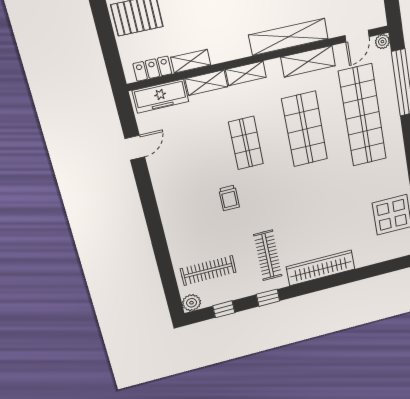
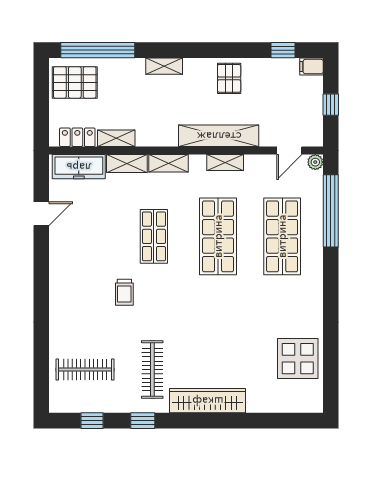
shelving: (308, 61) -> (225, 163), width x0.67, depth x0.75
shop shelf: (362, 115) -> (282, 236), width x0.71
plant: (192, 303) -> (59, 403), removed

